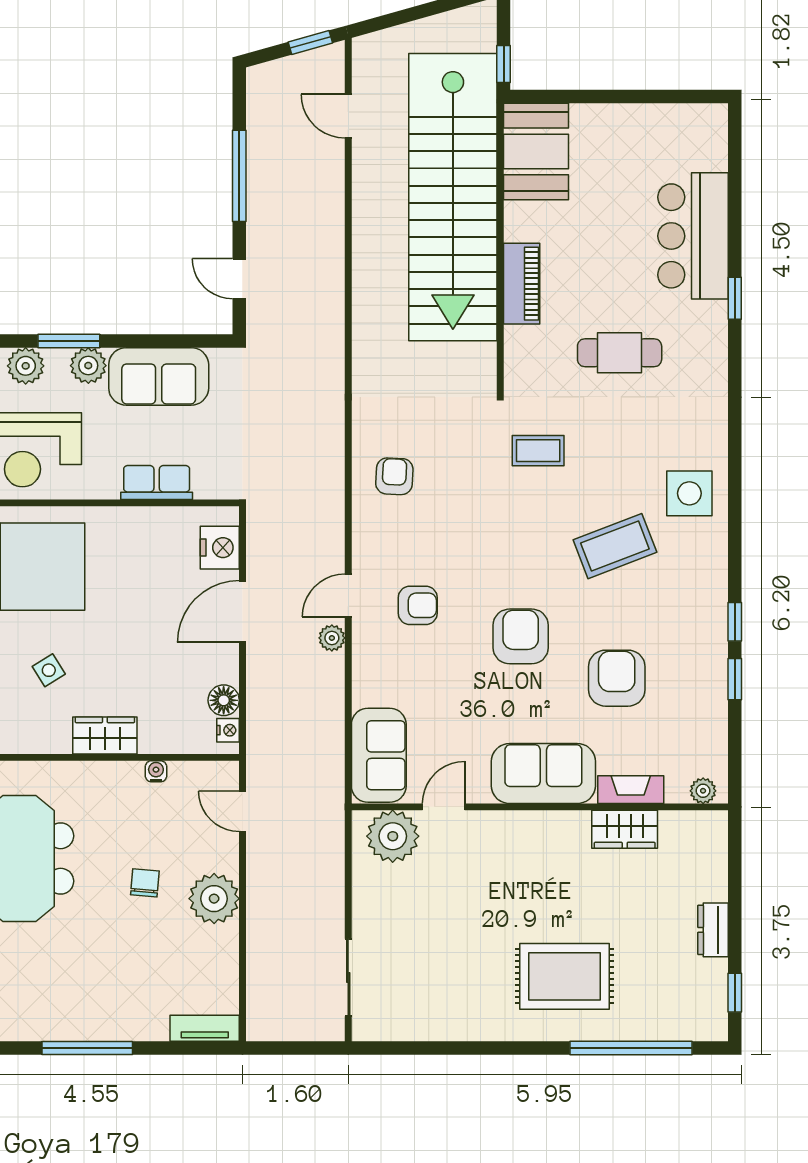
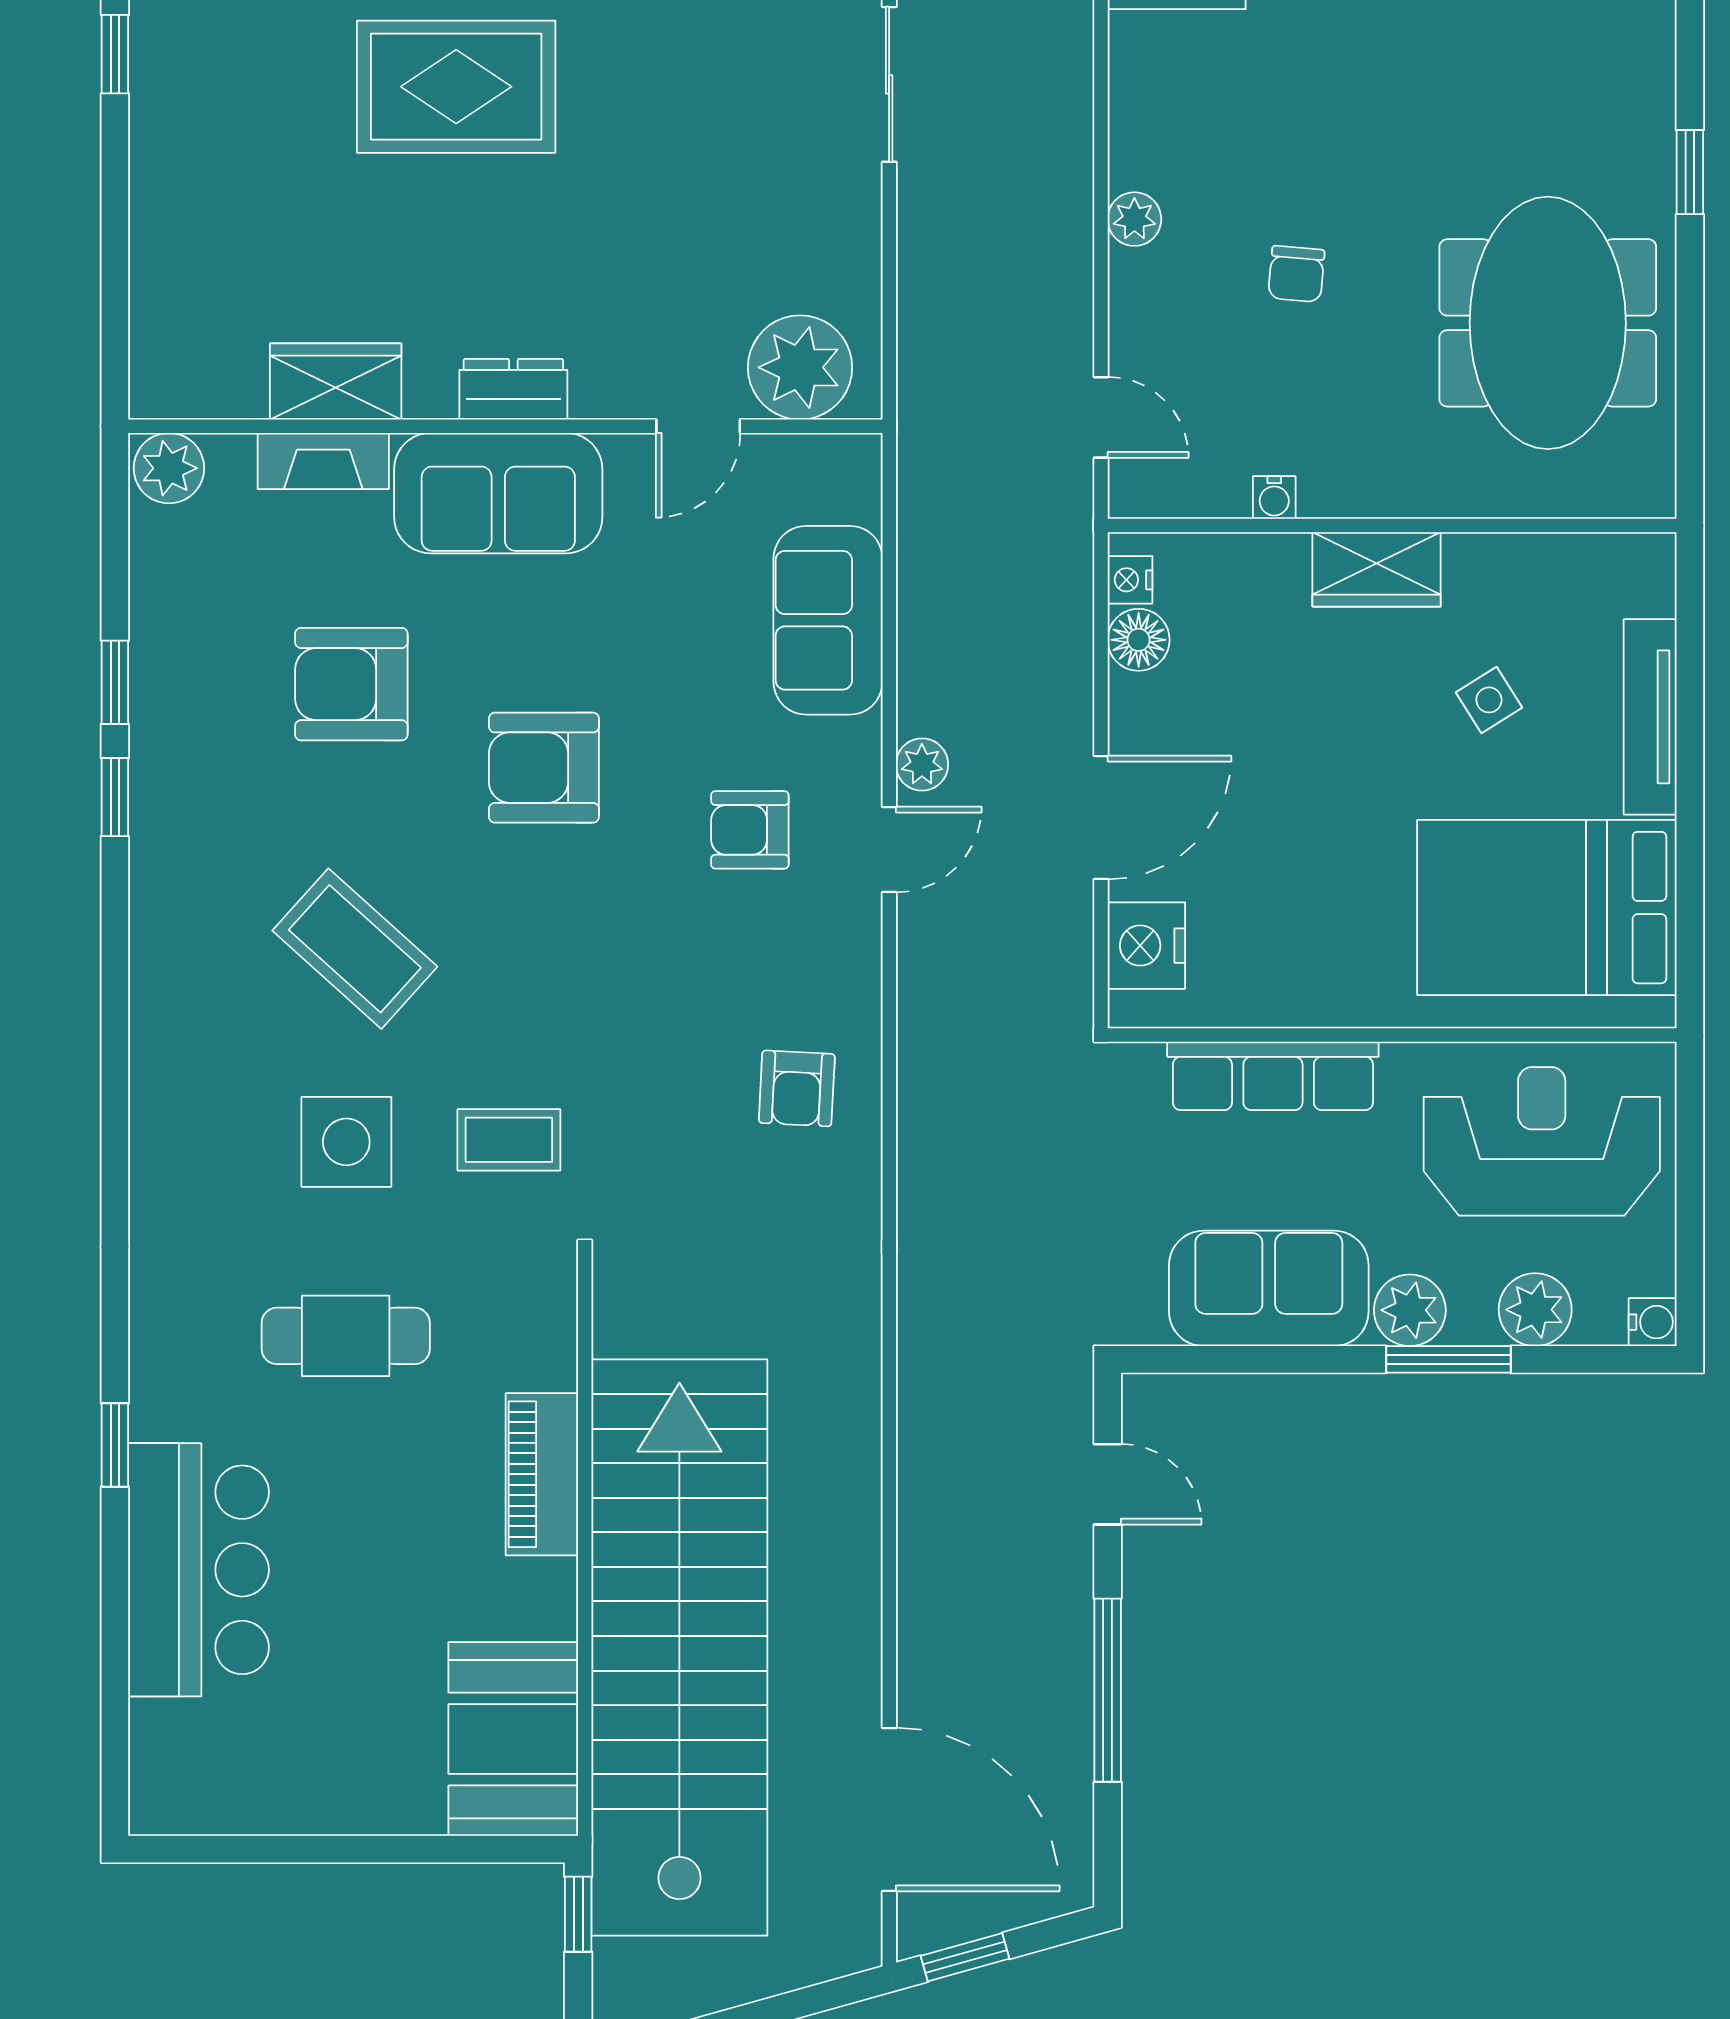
door: (348, 116) -> (889, 1809), width x1.88
row of seats: (157, 483) -> (1273, 1076), width x1.48
side table: (689, 493) -> (346, 1142), moved
coffee table: (615, 546) -> (355, 949), turned 63
armchair: (521, 636) -> (544, 768), turned 90
armchair: (617, 678) -> (351, 684), turned 90
sofa: (379, 755) -> (828, 620), moved
plant: (703, 791) -> (169, 468), width x1.38, depth x1.38
plant: (214, 899) -> (1134, 219), width x0.53, depth x0.53
dresser: (713, 930) -> (513, 389), moved, turned -90

